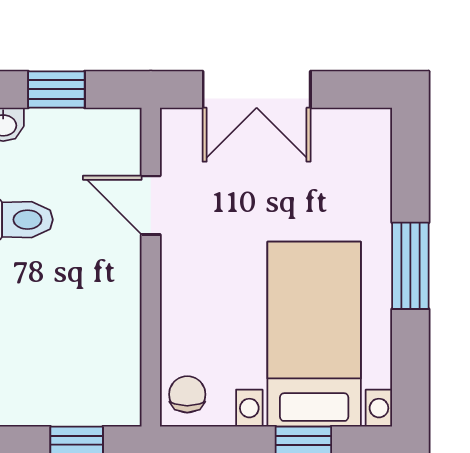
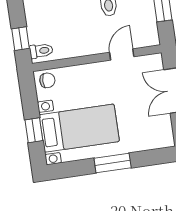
toilet: (113, 399) -> (41, 51), added

